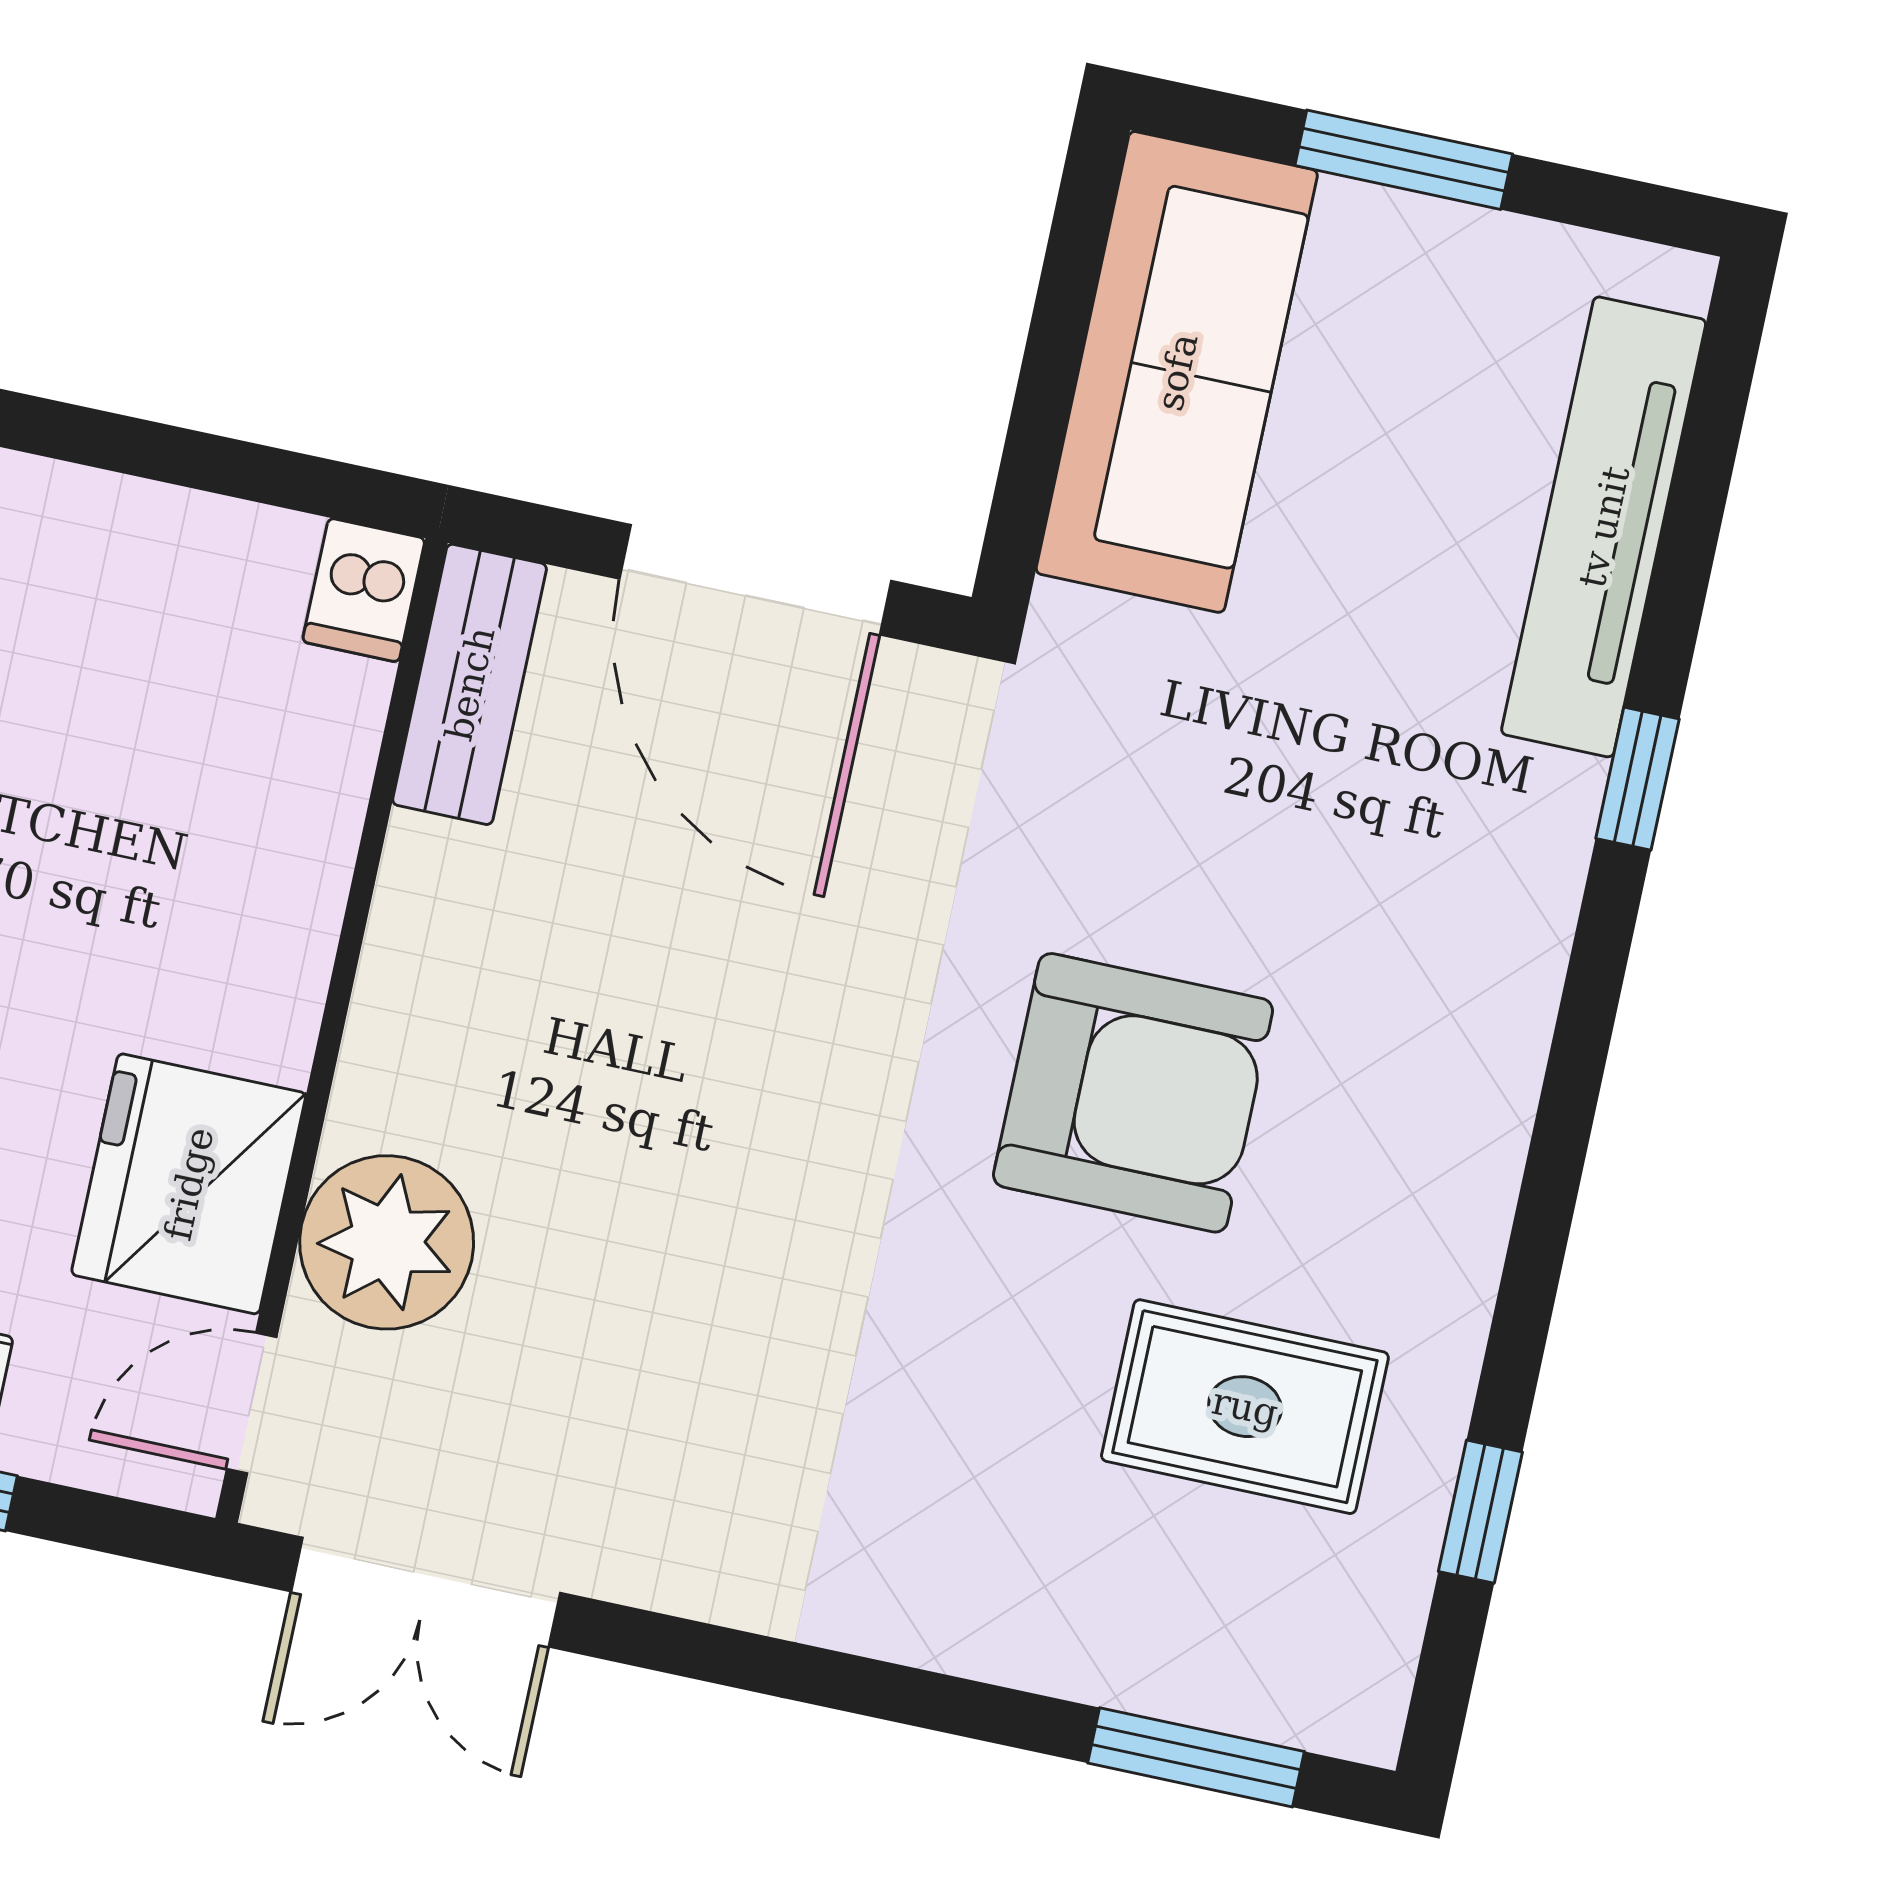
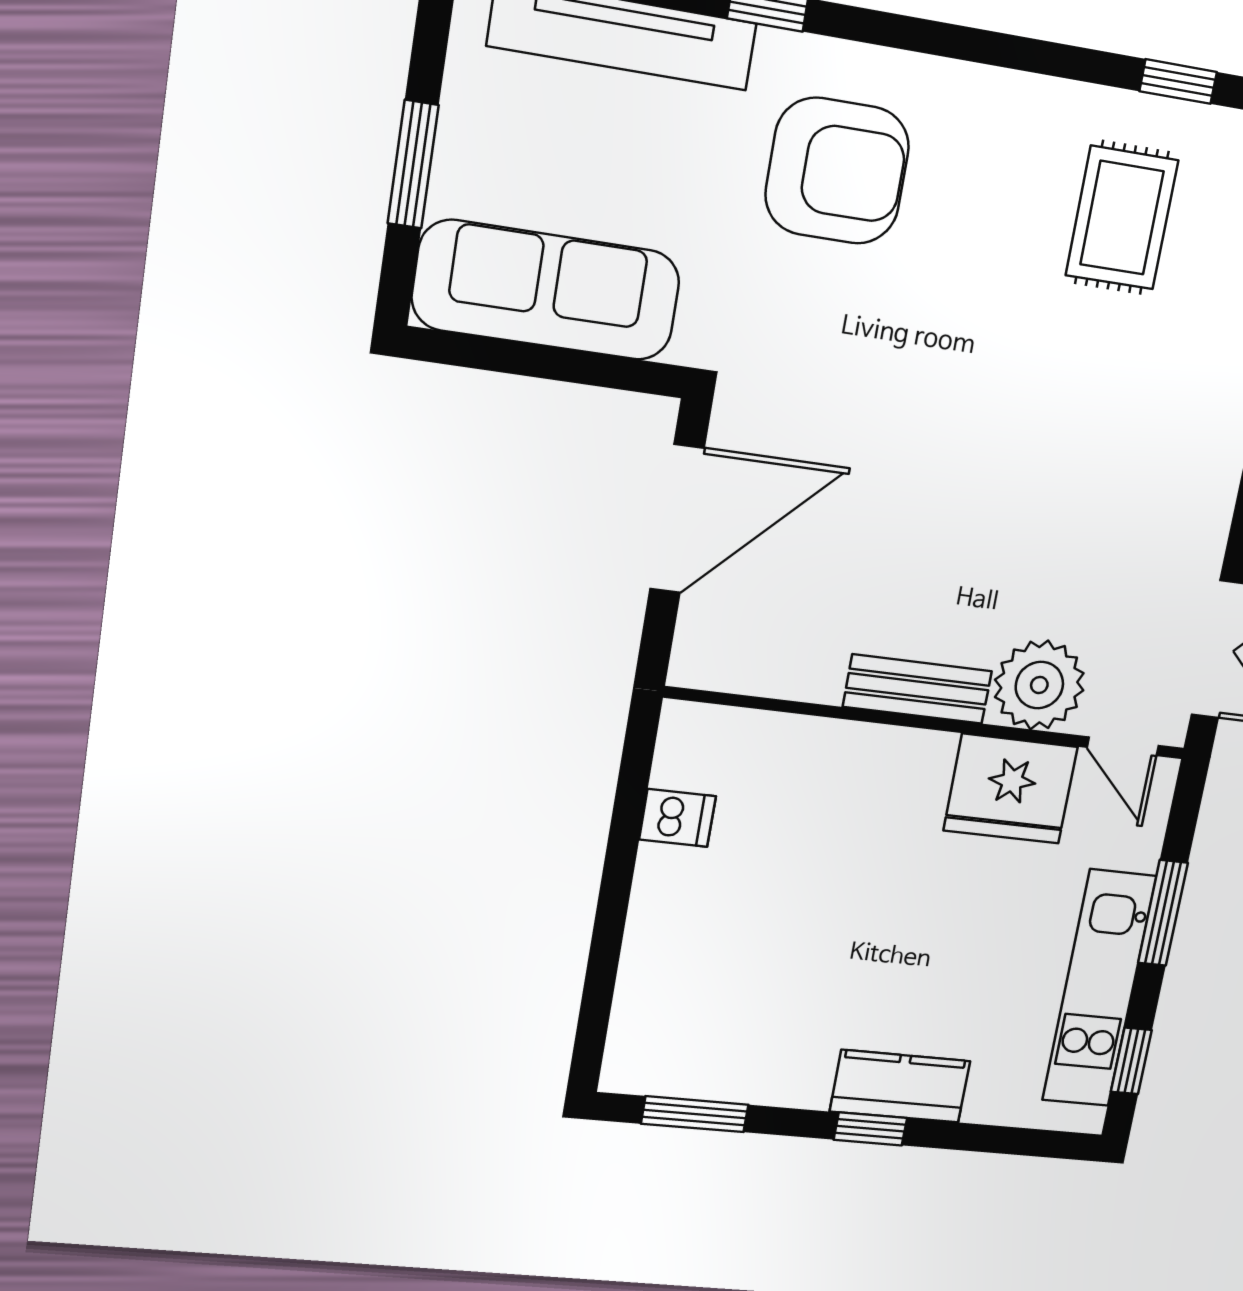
dishwasher: (364, 590) -> (677, 818), moved
bench: (470, 684) -> (918, 689), moved
armchair: (1133, 1093) -> (837, 171), moved, turned 90

